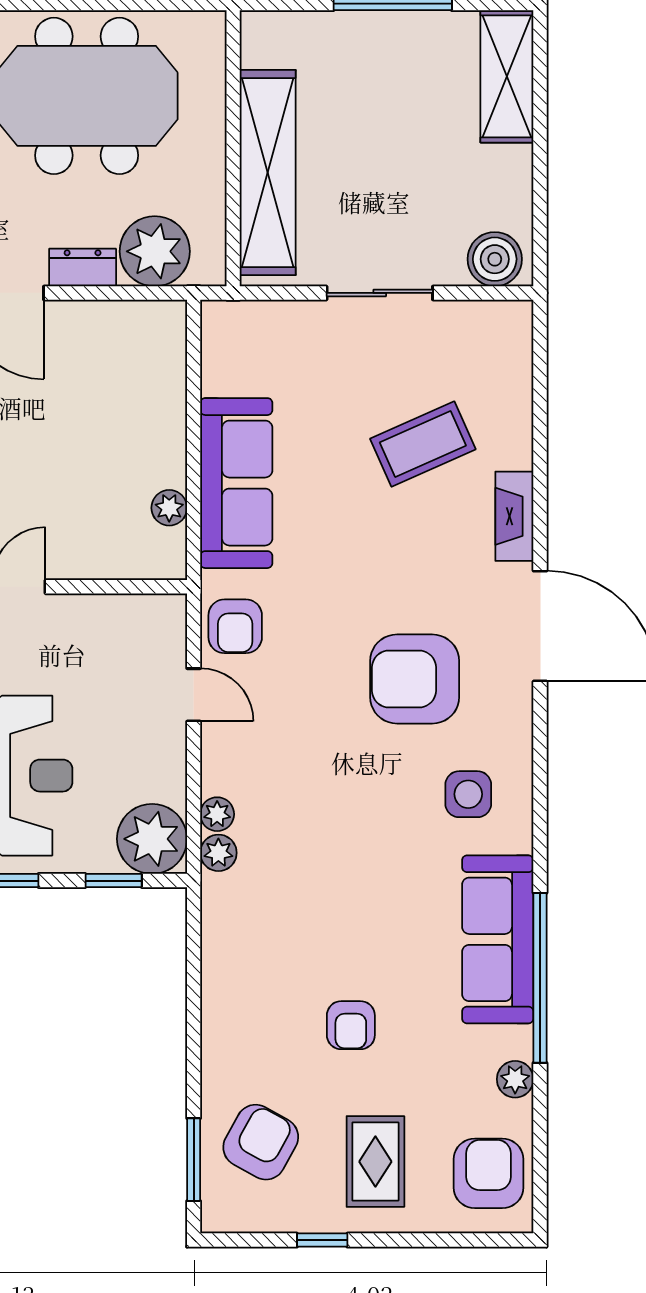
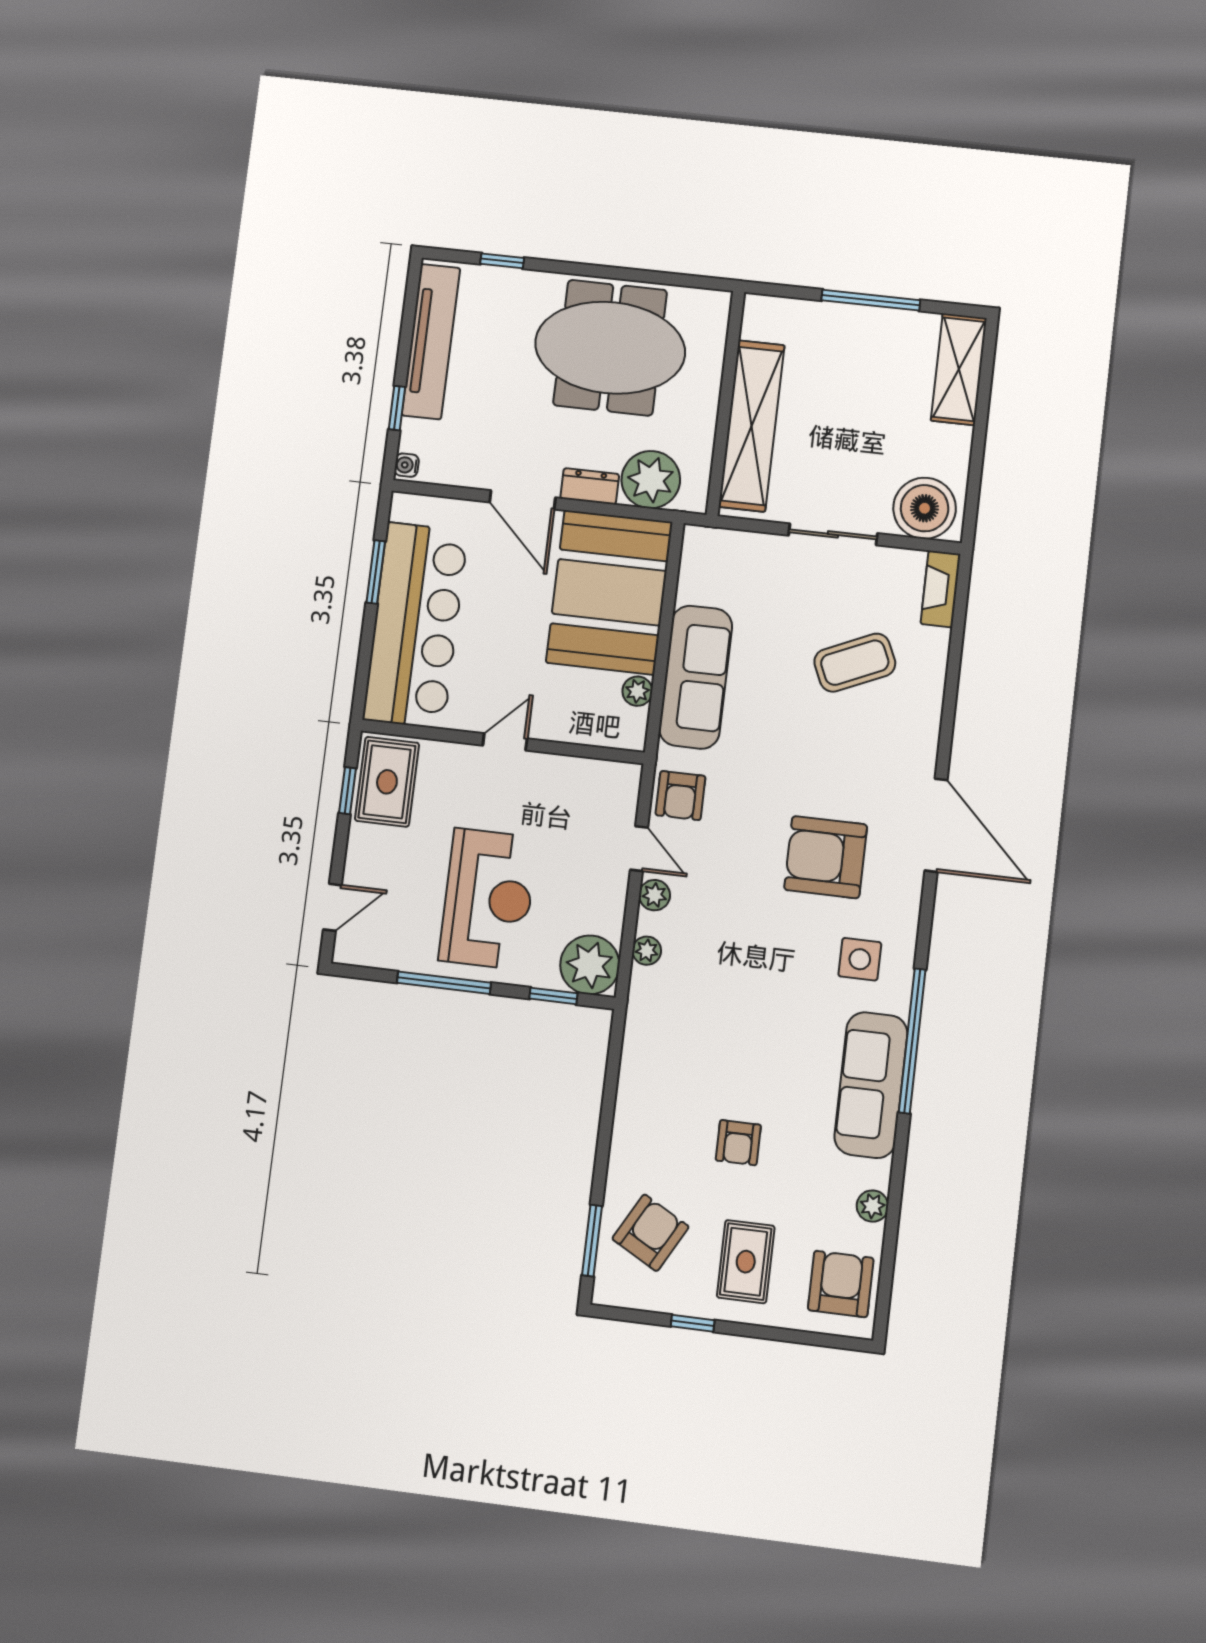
boiler: (495, 259) -> (925, 508), width x1.37, depth x1.37
booth: (122, 393) -> (609, 592), added
fireplace: (514, 516) -> (941, 589), moved
plant: (218, 853) -> (654, 895), moved
window: (540, 978) -> (912, 1041), moved

